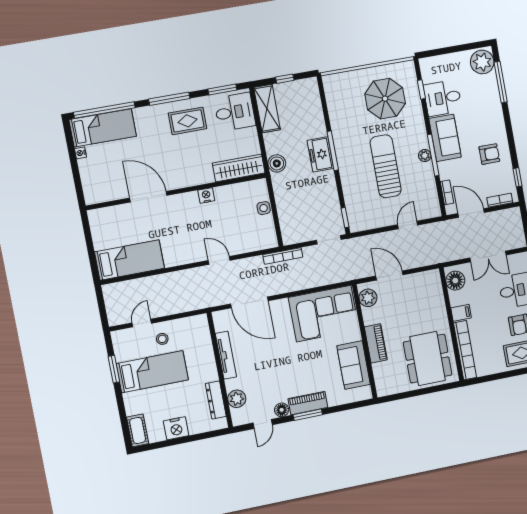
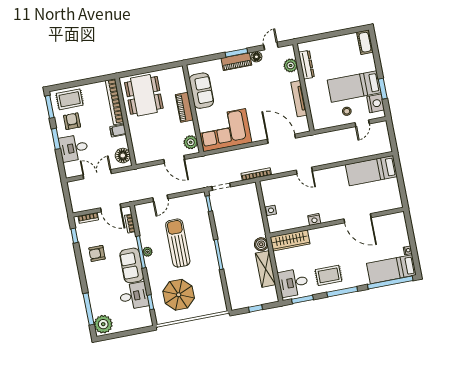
shelving: (267, 109) -> (266, 269), moved
freezer: (320, 154) -> (228, 252), removed
sun lounger: (386, 166) -> (178, 243), turned 180
nightstand: (176, 428) -> (376, 103), moved, turned 90

